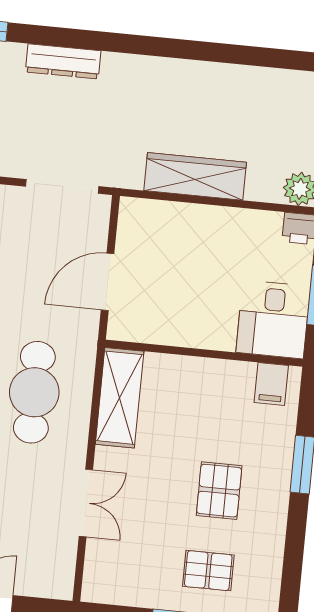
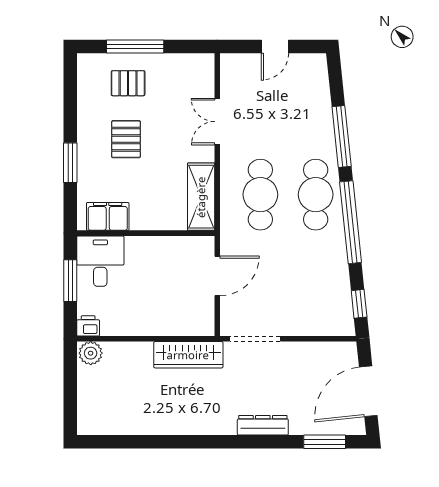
wardrobe: (195, 176) -> (188, 355), moved
filing cabinet: (271, 384) -> (108, 216), width x2.00

